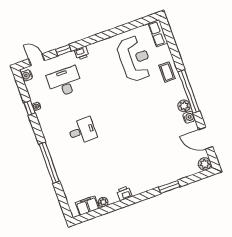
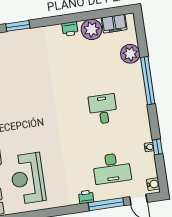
window: (63, 50) -> (106, 204), width x2.17
desk: (82, 131) -> (103, 109), turned 90
plant: (69, 183) -> (130, 54), added
plant: (103, 202) -> (92, 29), width x1.88, depth x1.88

